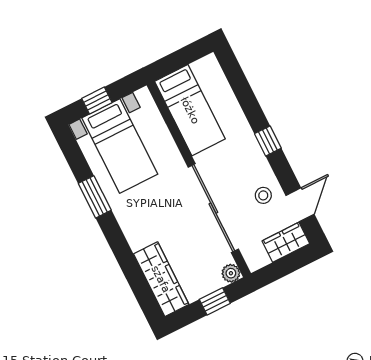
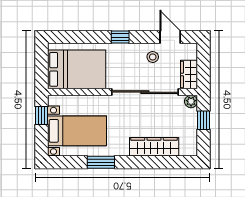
window: (97, 100) -> (41, 116), moved
bed: (190, 110) -> (77, 69), width x1.50
wardrobe: (286, 242) -> (189, 74), moved
wardrobe: (161, 279) -> (154, 147), moved

